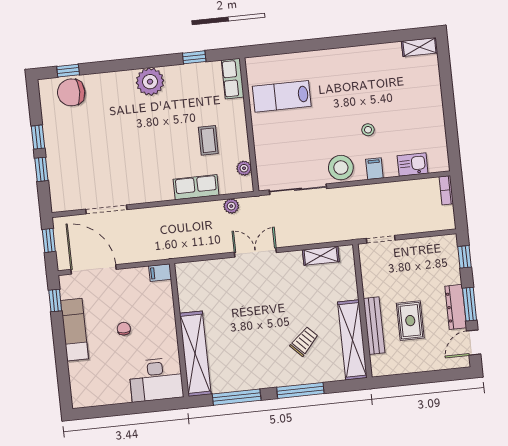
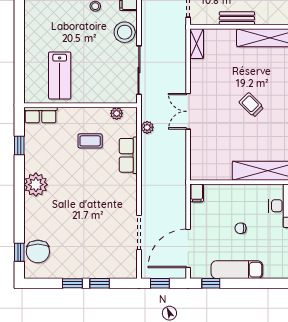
shelving: (321, 256) -> (197, 44), moved
bench: (374, 326) -> (237, 18), moved, width x0.73
trolley: (304, 341) -> (251, 105), moved

